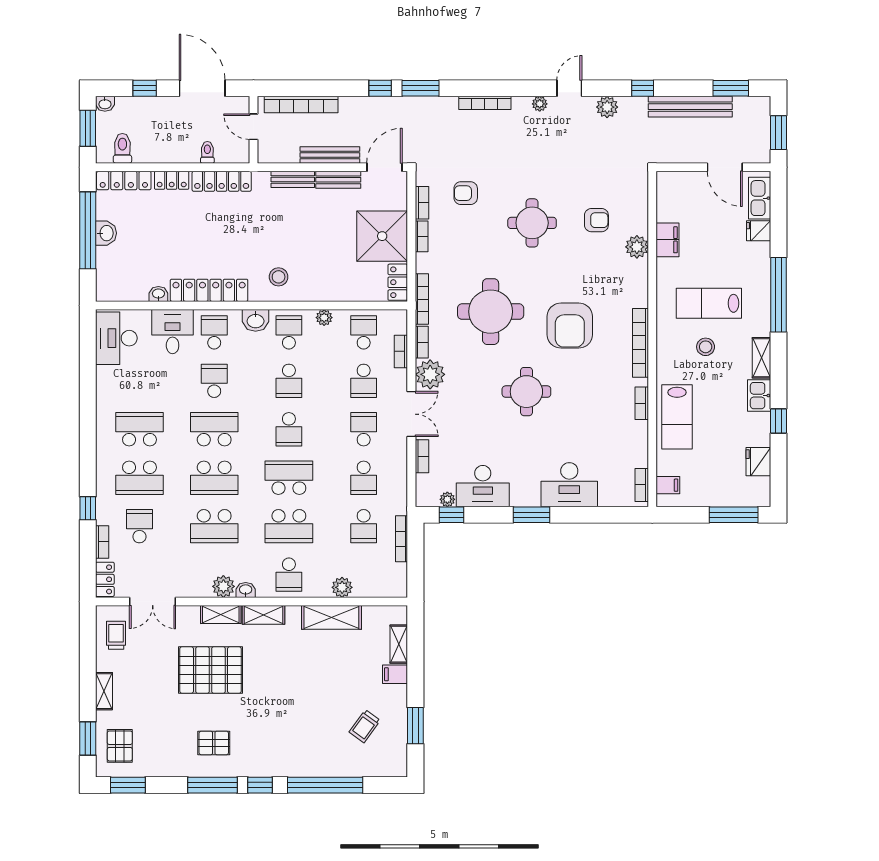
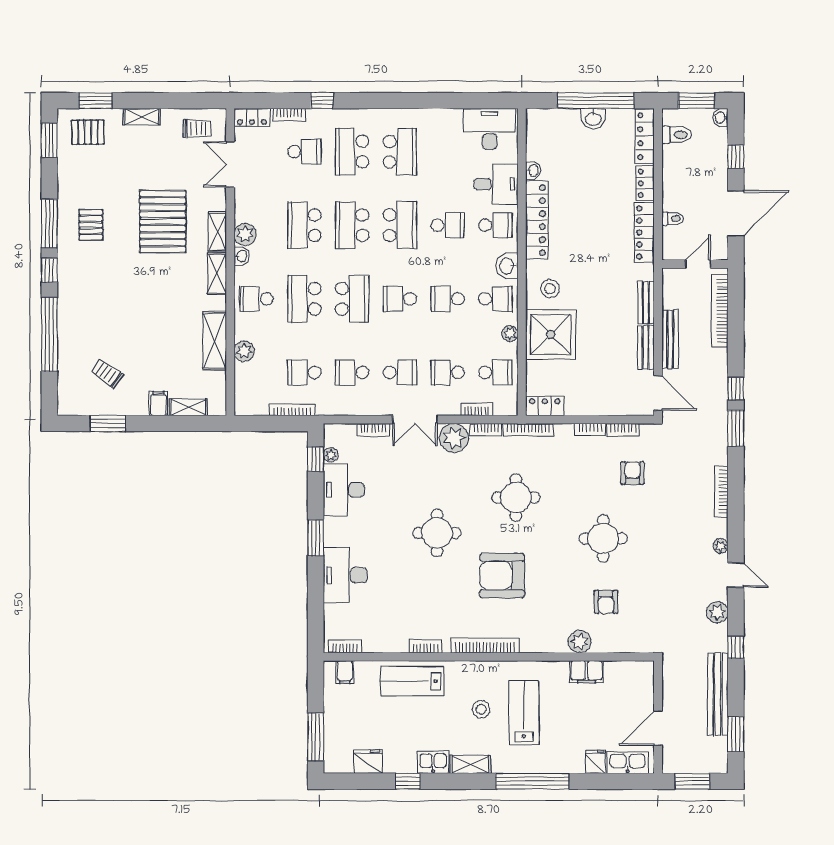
shower: (382, 236) -> (551, 334), moved
round table: (491, 312) -> (516, 498), width x0.73, depth x0.73

